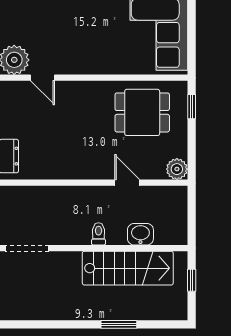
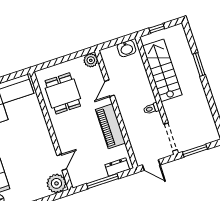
window: (192, 107) -> (49, 64), removed
piano: (71, 166) -> (110, 126), added
toilet: (99, 234) -> (151, 109), moved
washbasin: (140, 234) -> (126, 49), moved, turned -90

